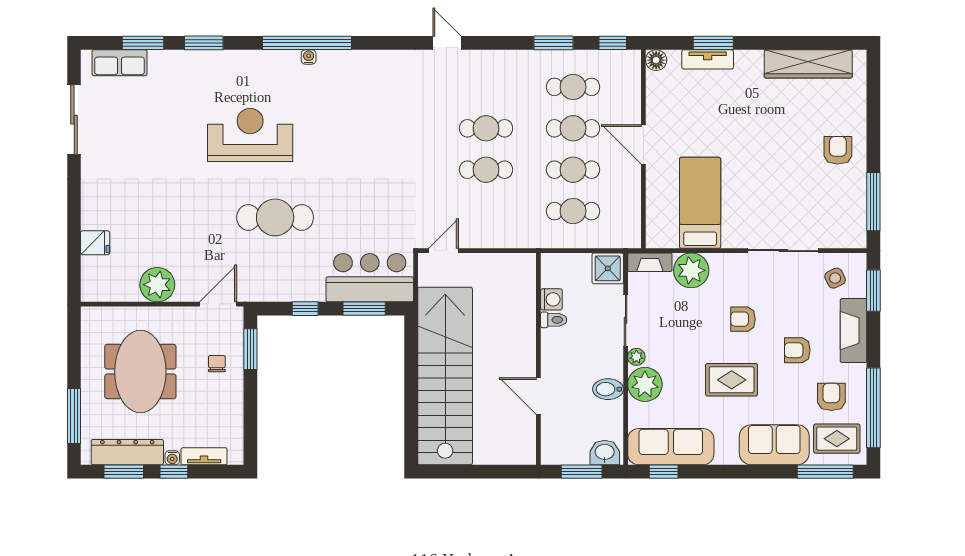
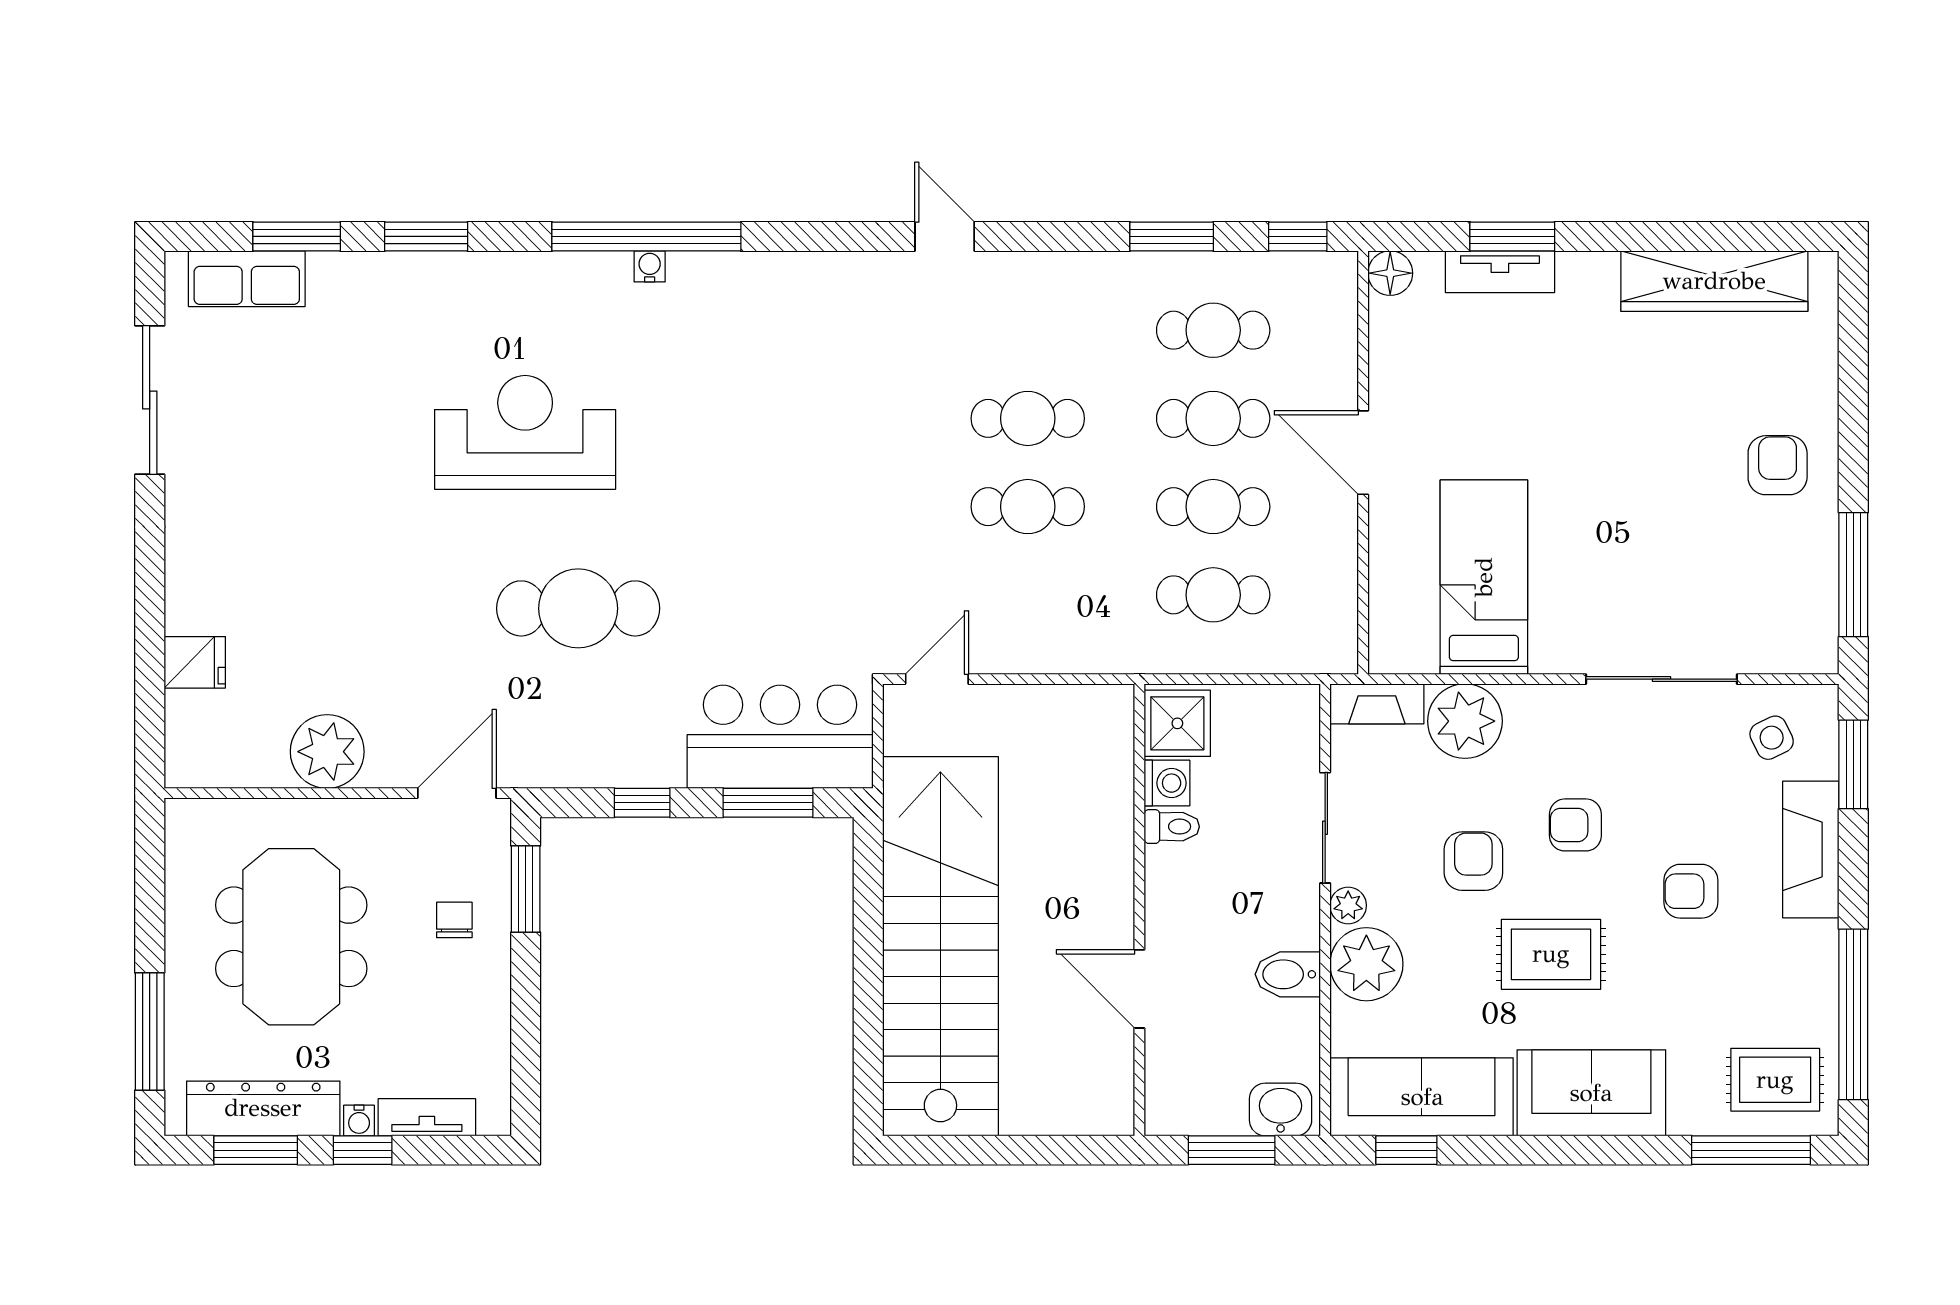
shower: (608, 268) -> (1177, 723), moved
armchair: (831, 397) -> (1473, 861), moved
sofa: (774, 445) -> (1591, 1093), moved

